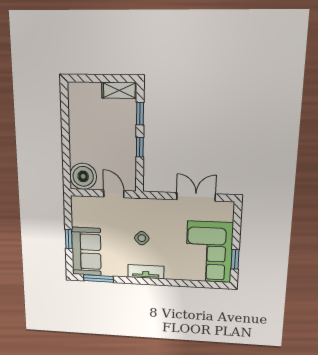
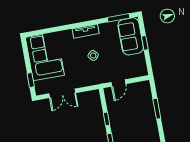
window: (66, 147) -> (157, 109), added
boiler: (83, 176) -> (142, 91), removed
door: (114, 194) -> (118, 83), hinge flipped
window: (235, 259) -> (31, 80), moved

